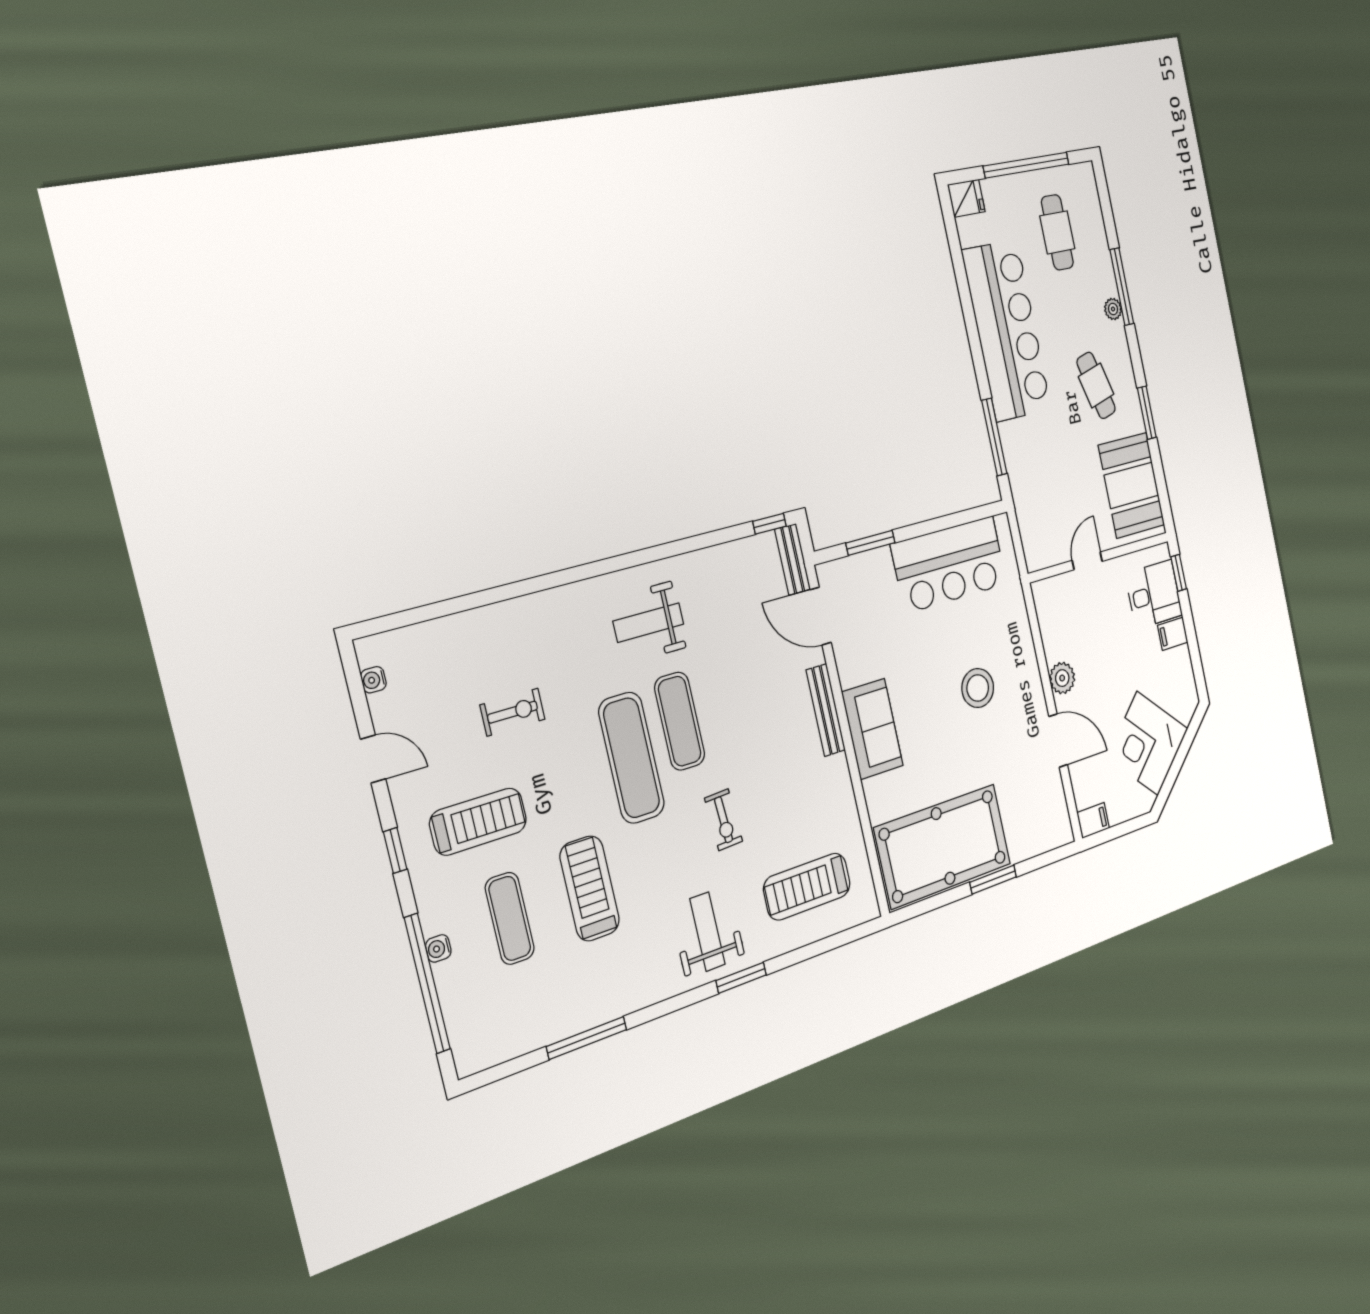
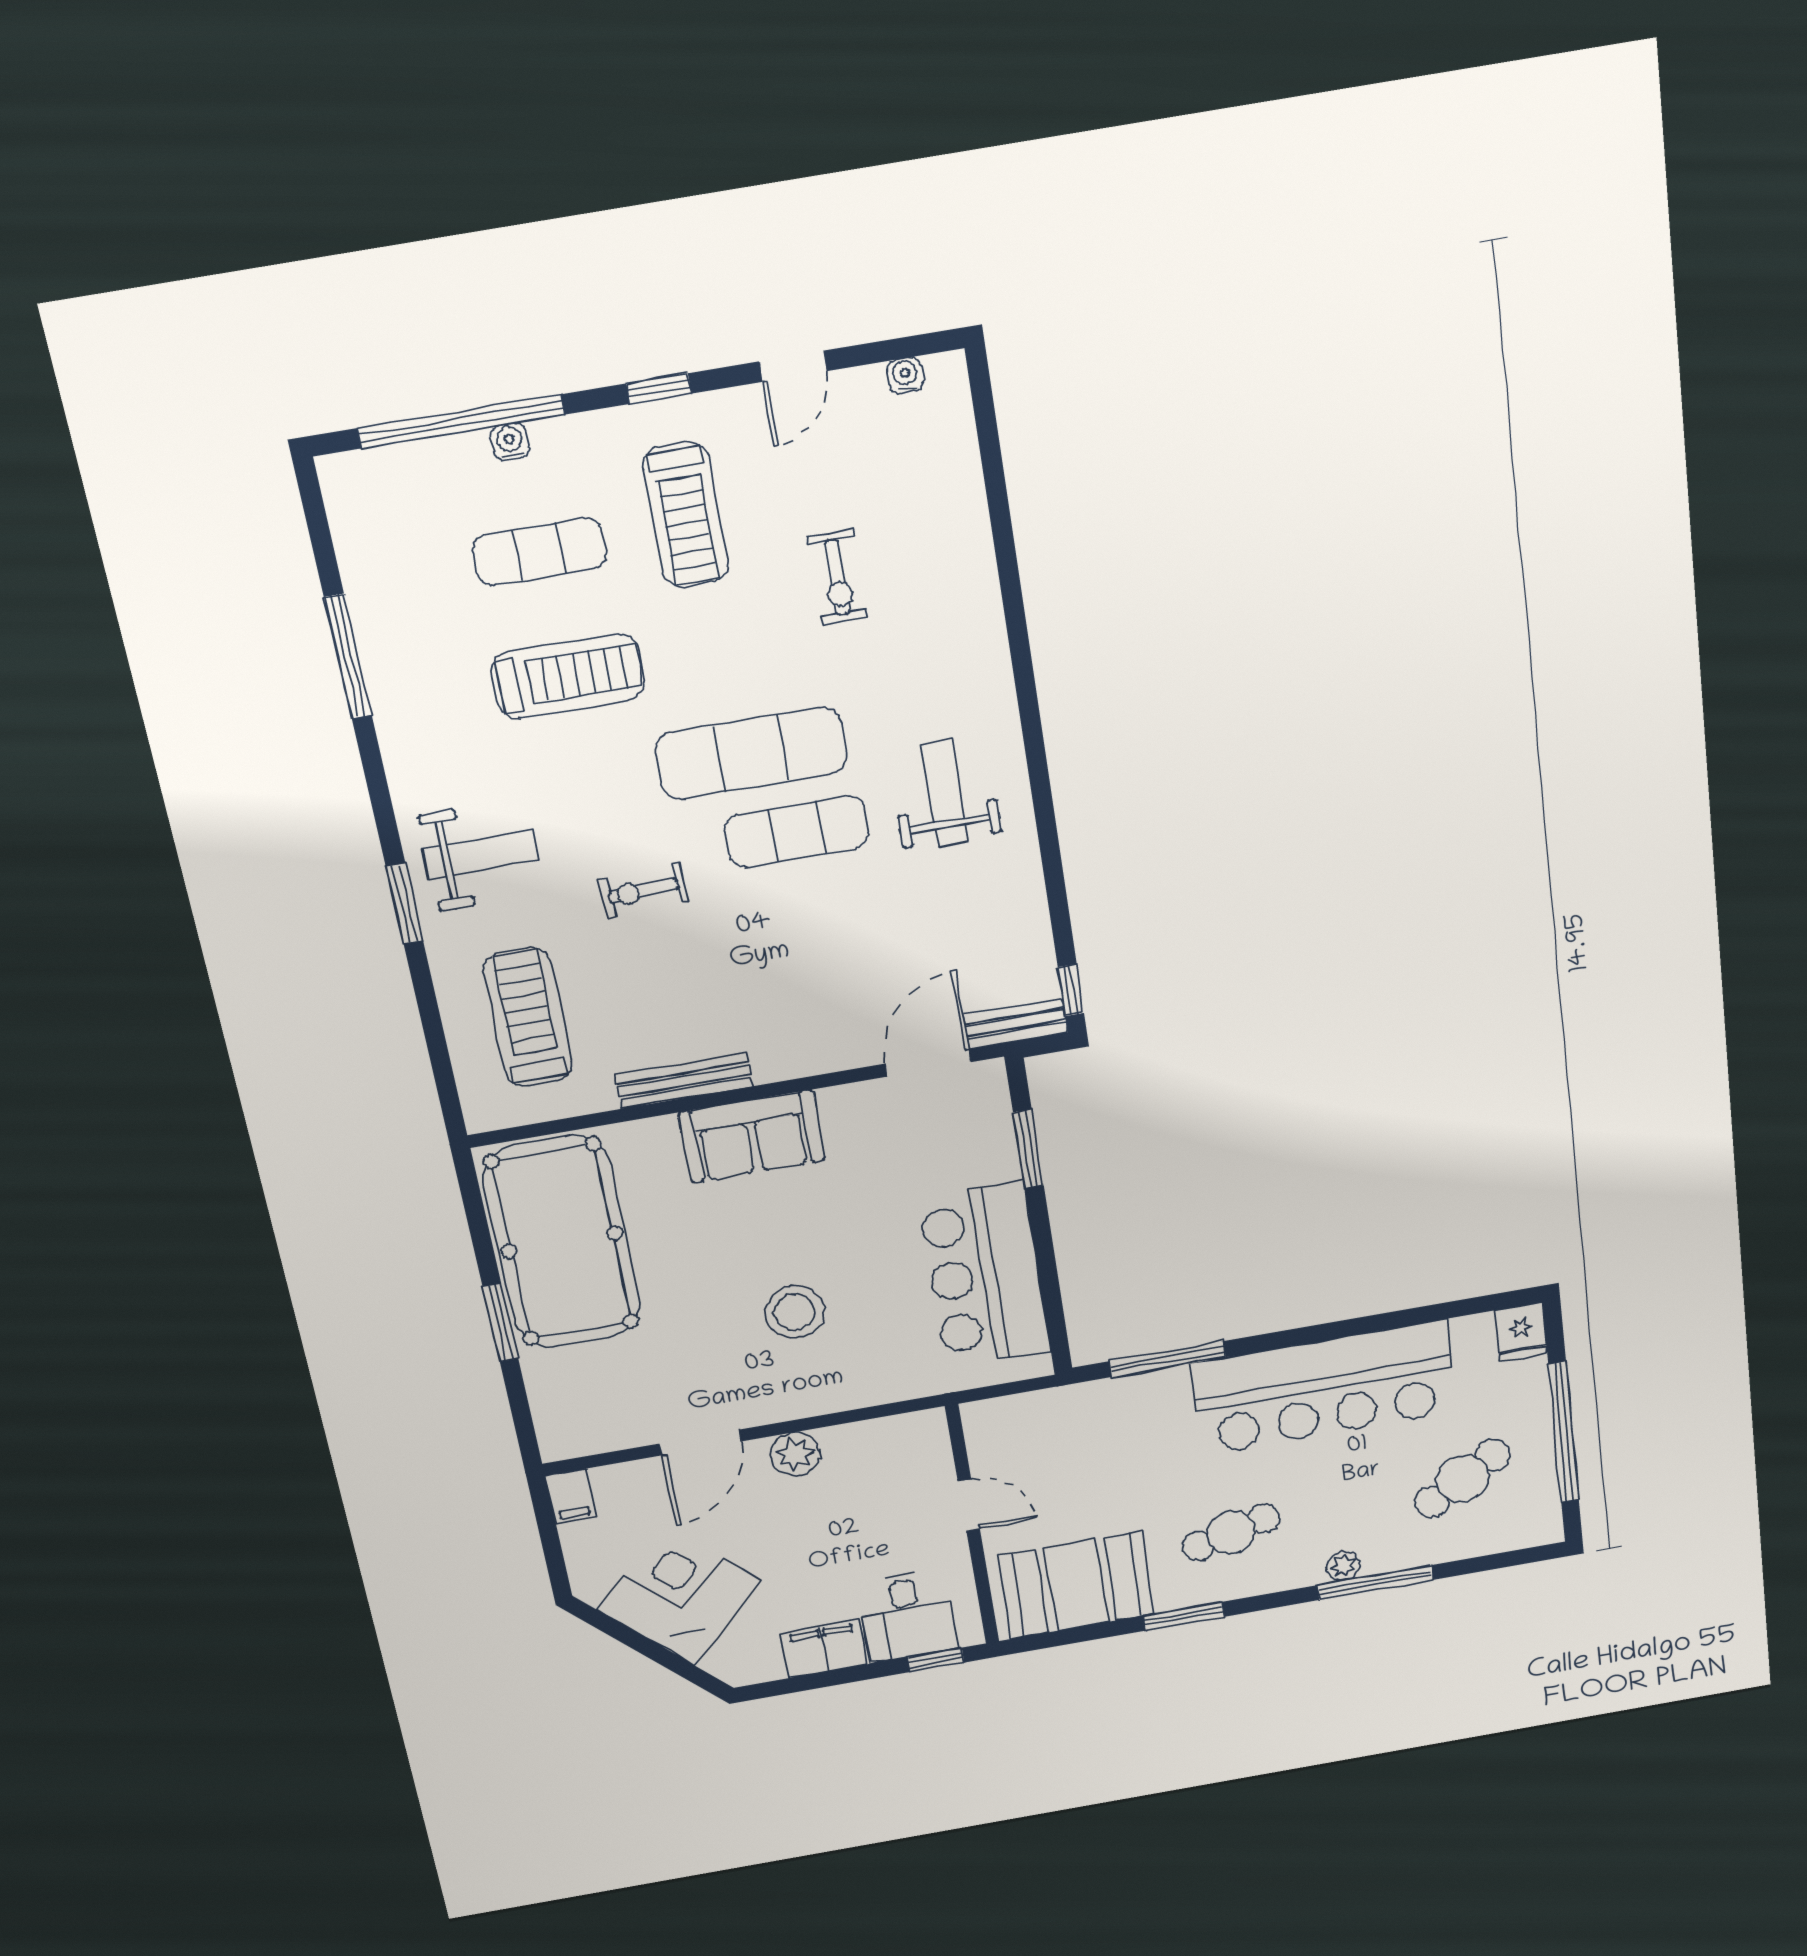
cafe table: (1057, 232) -> (1462, 1478), turned -32
filing cabinet: (1173, 634) -> (824, 1649), width x2.00
bench: (826, 710) -> (684, 1081), moved

